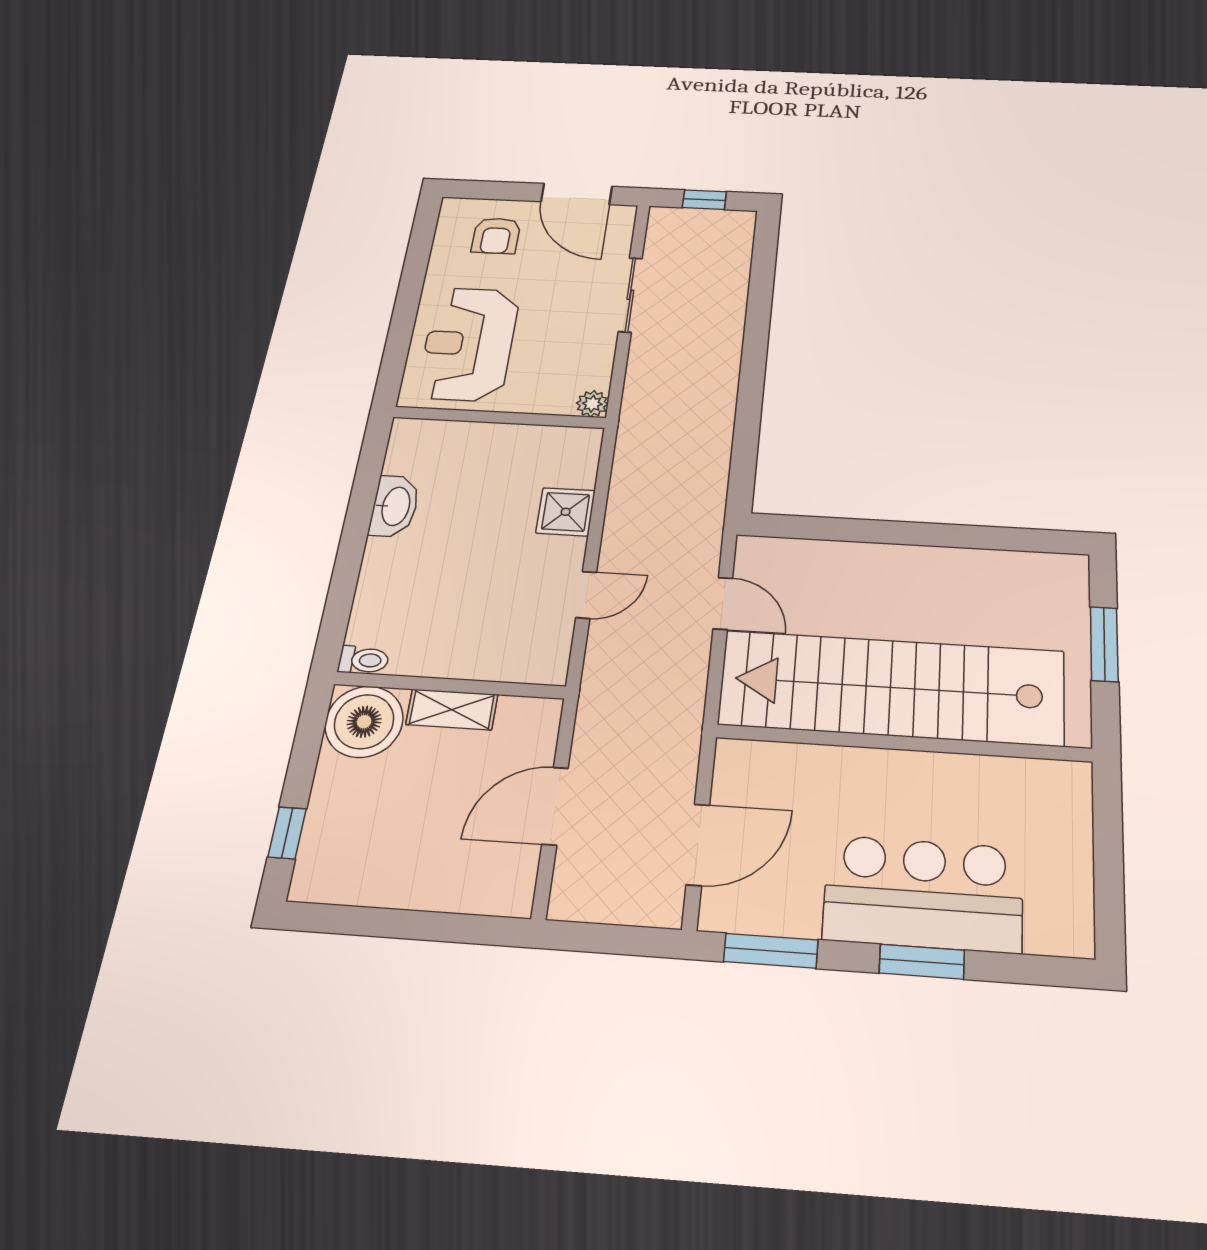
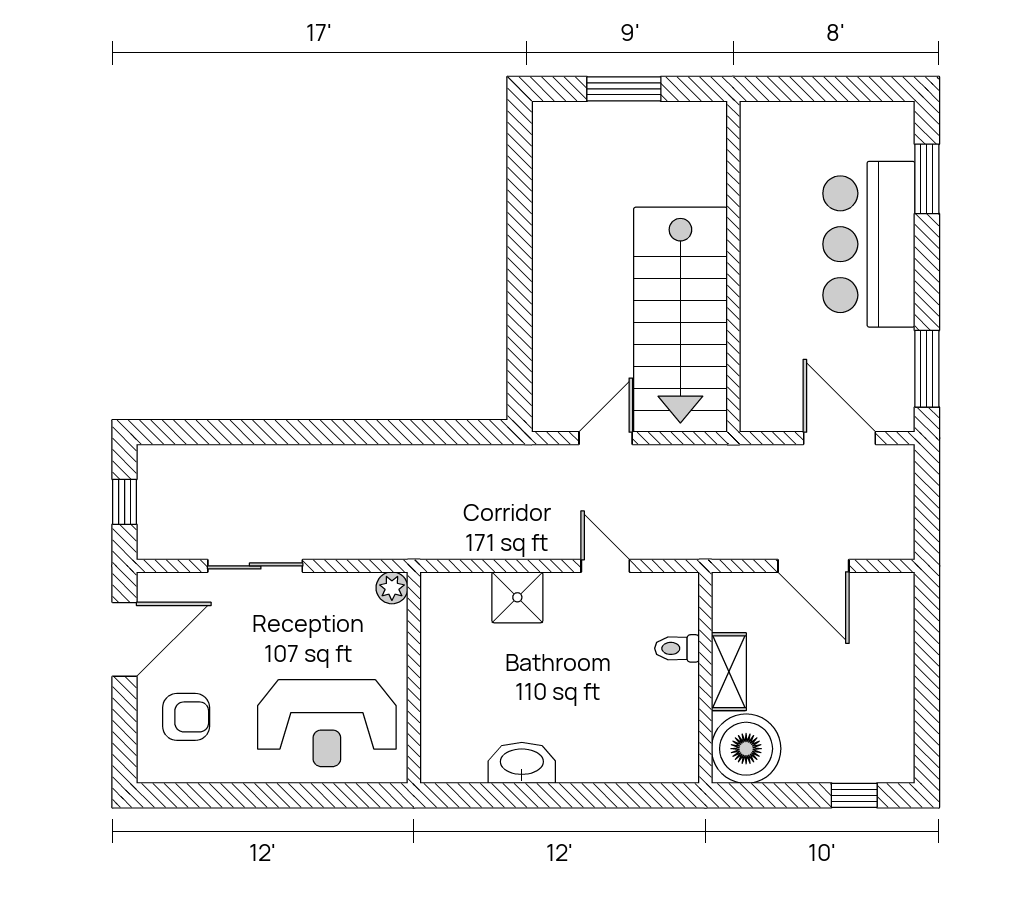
toilet: (363, 660) -> (677, 648), moved, turned -90
stairs: (892, 688) -> (680, 320), width x0.73
window: (922, 962) -> (927, 179), moved

